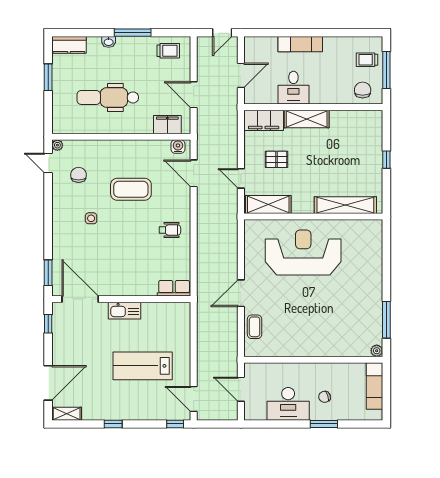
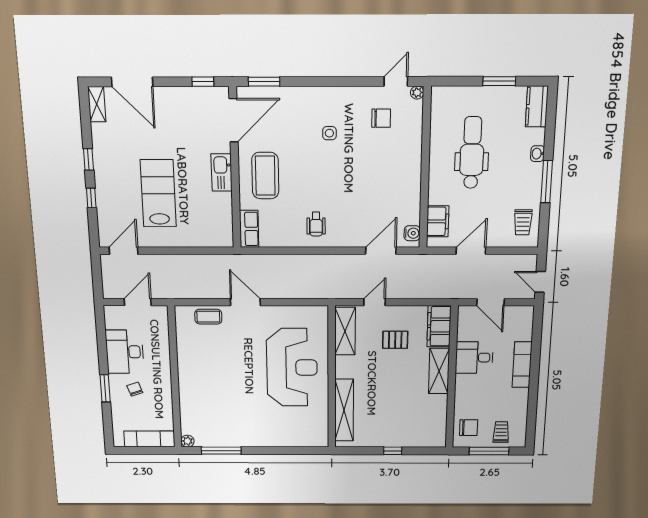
pallet: (276, 159) -> (395, 340), turned 90
coffee table: (131, 189) -> (265, 176), moved
window: (175, 424) -> (91, 198), moved

